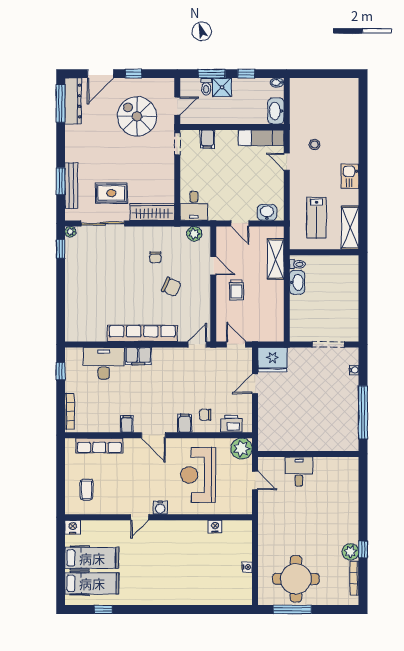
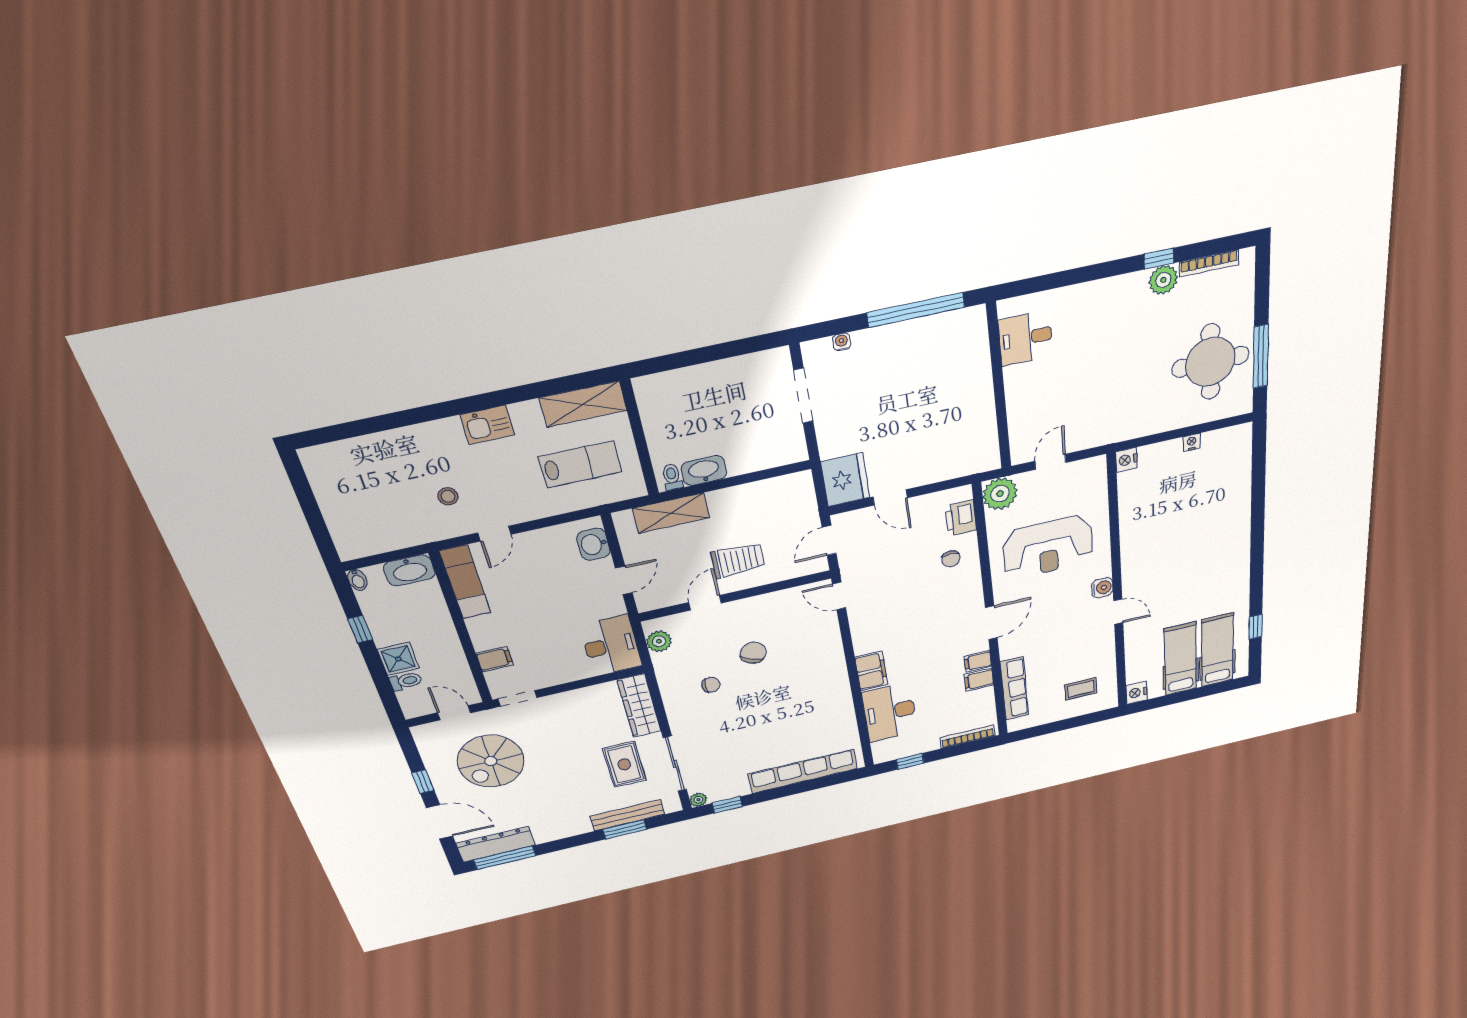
window: (212, 74) -> (381, 679), removed
desk: (194, 206) -> (611, 645), width x1.37
trolley: (236, 290) -> (738, 560), width x1.36, depth x1.39
row of seats: (142, 333) -> (803, 771), moved, turned 90
filing cabinet: (185, 423) -> (979, 680), moved
desk: (299, 472) -> (1026, 338), moved
nightstand: (215, 527) -> (1126, 460), moved

